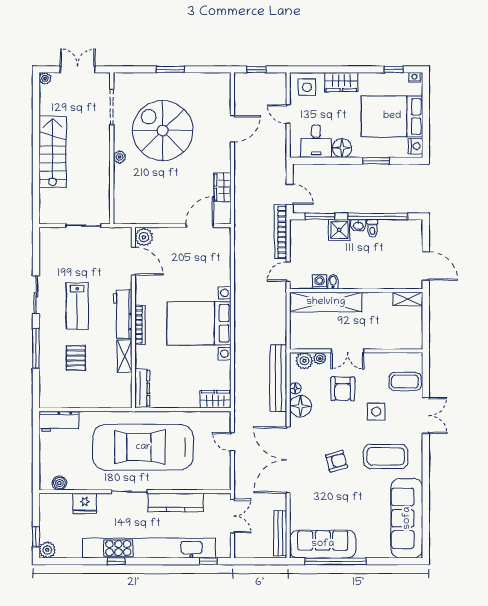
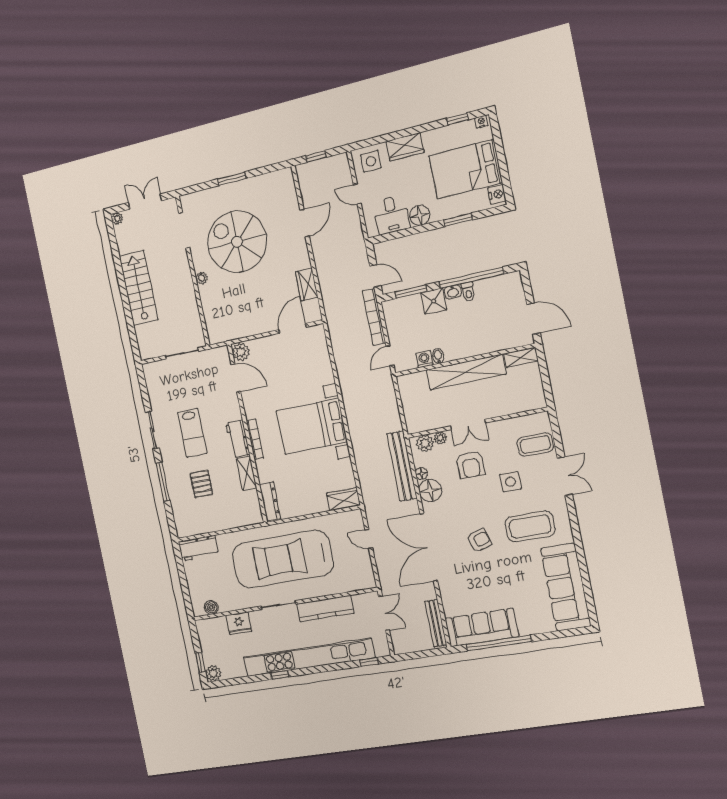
shelving: (326, 302) -> (466, 372), moved
workbench: (123, 314) -> (238, 439), width x0.73

